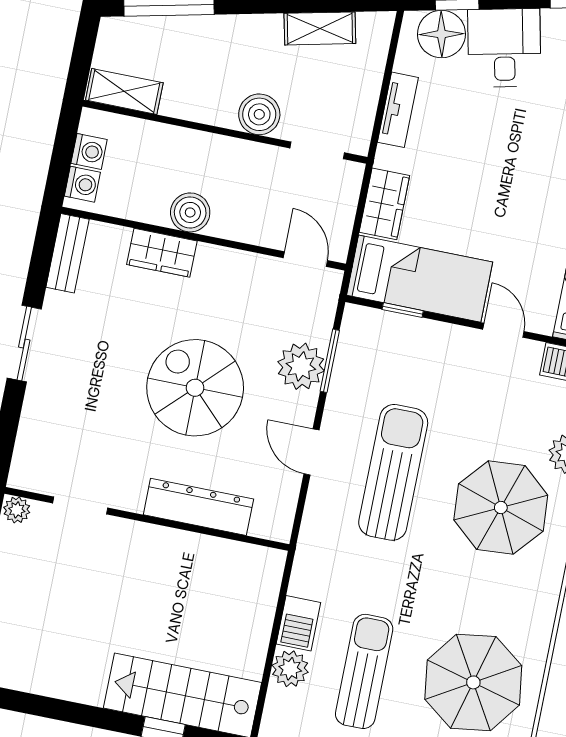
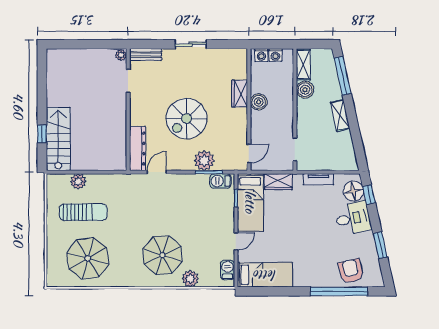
shelving: (320, 28) -> (340, 115), moved
boiler: (259, 114) -> (305, 90), moved
bench: (68, 253) -> (146, 55), moved
spiral stairs: (195, 388) -> (186, 119), turned 180
door: (311, 452) -> (157, 172), moved
sun lounger: (393, 472) -> (168, 208), removed
dresser: (198, 507) -> (138, 149), moved
barbecue: (298, 623) -> (221, 181), moved

